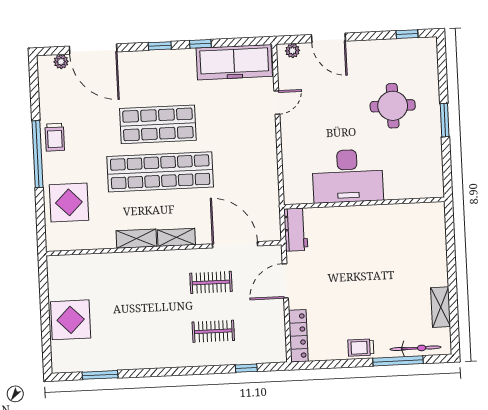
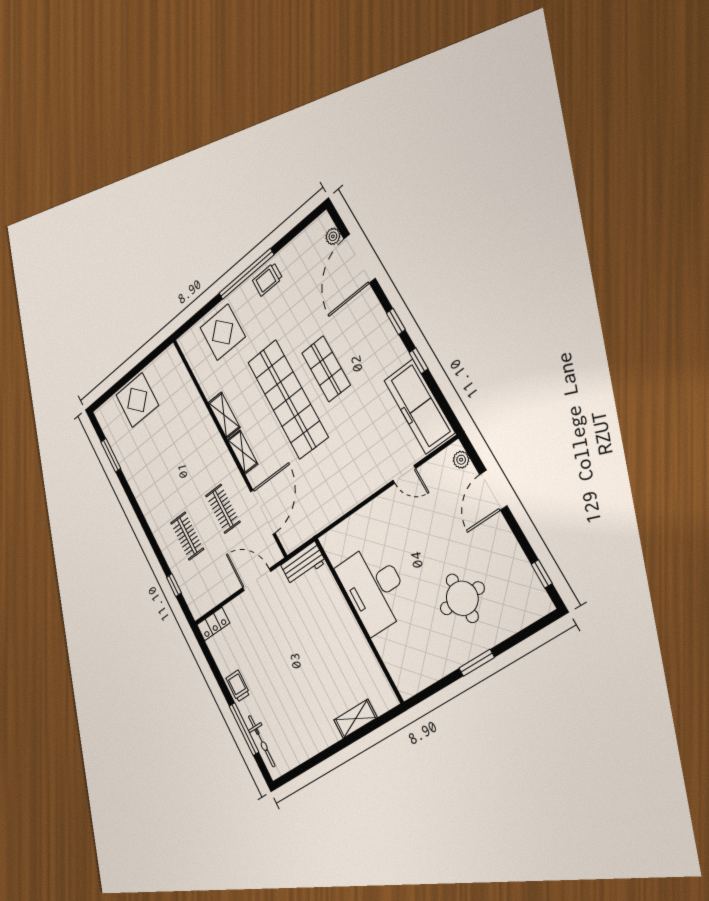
shop shelf: (158, 124) -> (326, 369), width x0.70, depth x0.74
shelving: (441, 307) -> (355, 719), moved
locker: (298, 336) -> (213, 624), width x0.66

